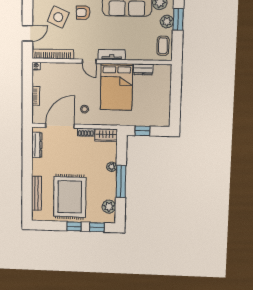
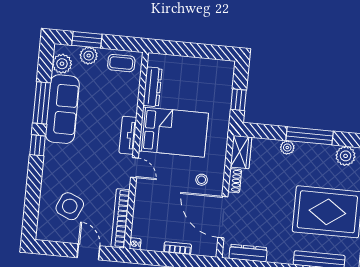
armchair: (83, 13) -> (67, 171), removed
door: (89, 61) -> (134, 168), hinge flipped
dresser: (143, 69) -> (152, 87), width x1.44

